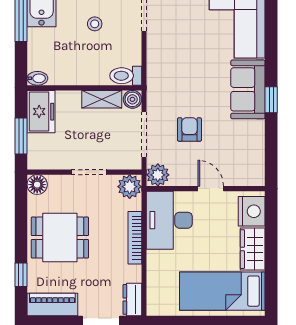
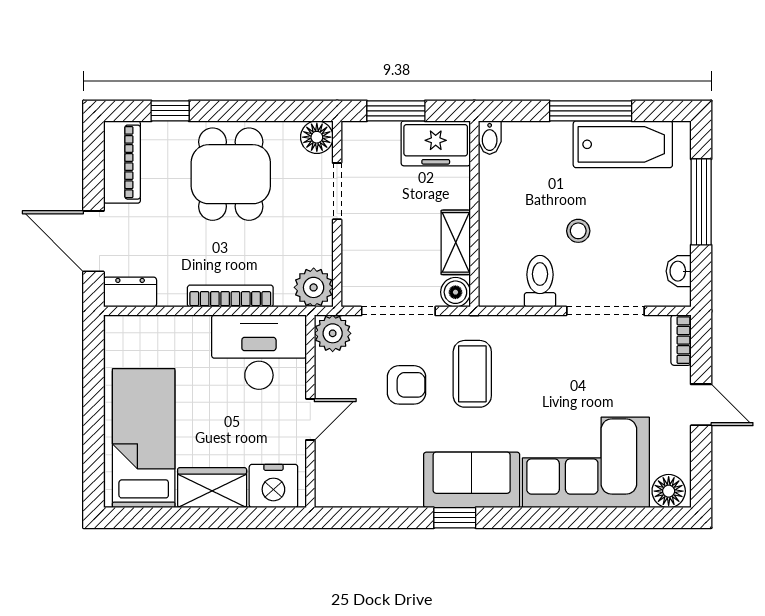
toilet: (126, 76) -> (540, 281), moved
coffee table: (183, 89) -> (472, 374), added
doorway: (89, 172) -> (337, 191), moved

